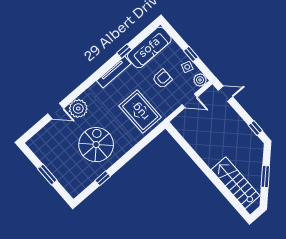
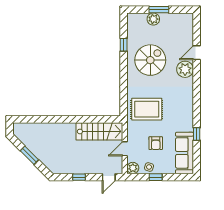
tv unit: (114, 72) -> (189, 115), removed
window: (255, 128) -> (79, 177), moved
spiral stairs: (96, 145) -> (150, 60), turned -90
plant: (59, 172) -> (153, 19), added
stairs: (235, 183) -> (99, 131), moved

